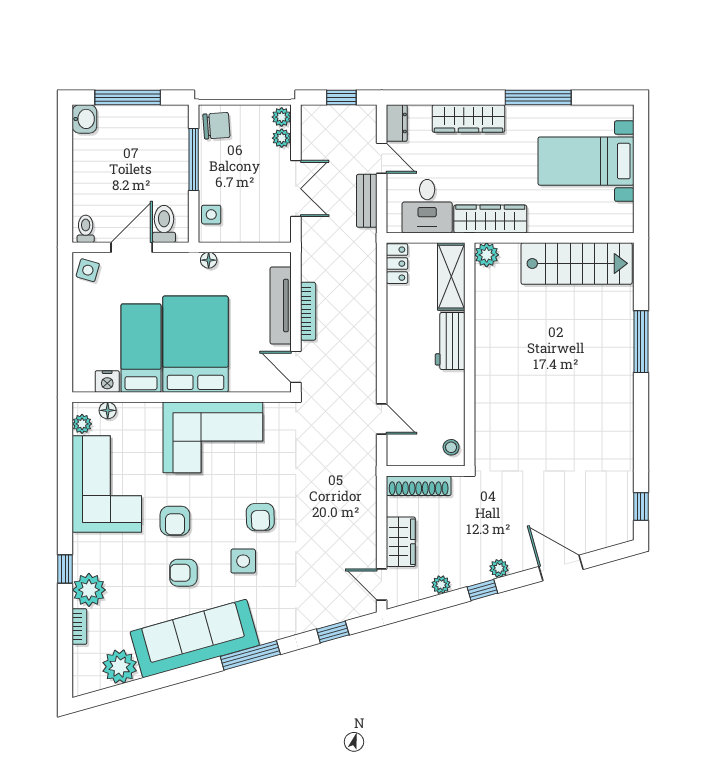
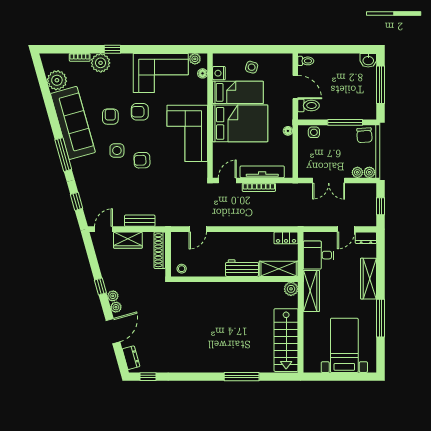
bench: (367, 201) -> (140, 221), moved
side table: (88, 270) -> (252, 67), moved
dresser: (608, 536) -> (131, 358), added
plant: (441, 585) -> (116, 307), moved

